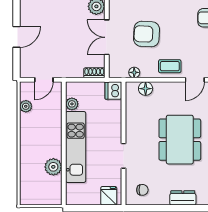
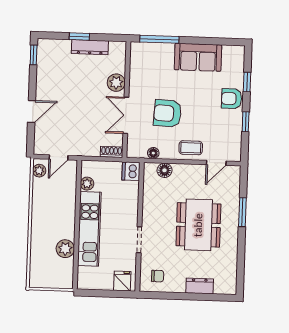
plant: (26, 106) -> (39, 171), moved

